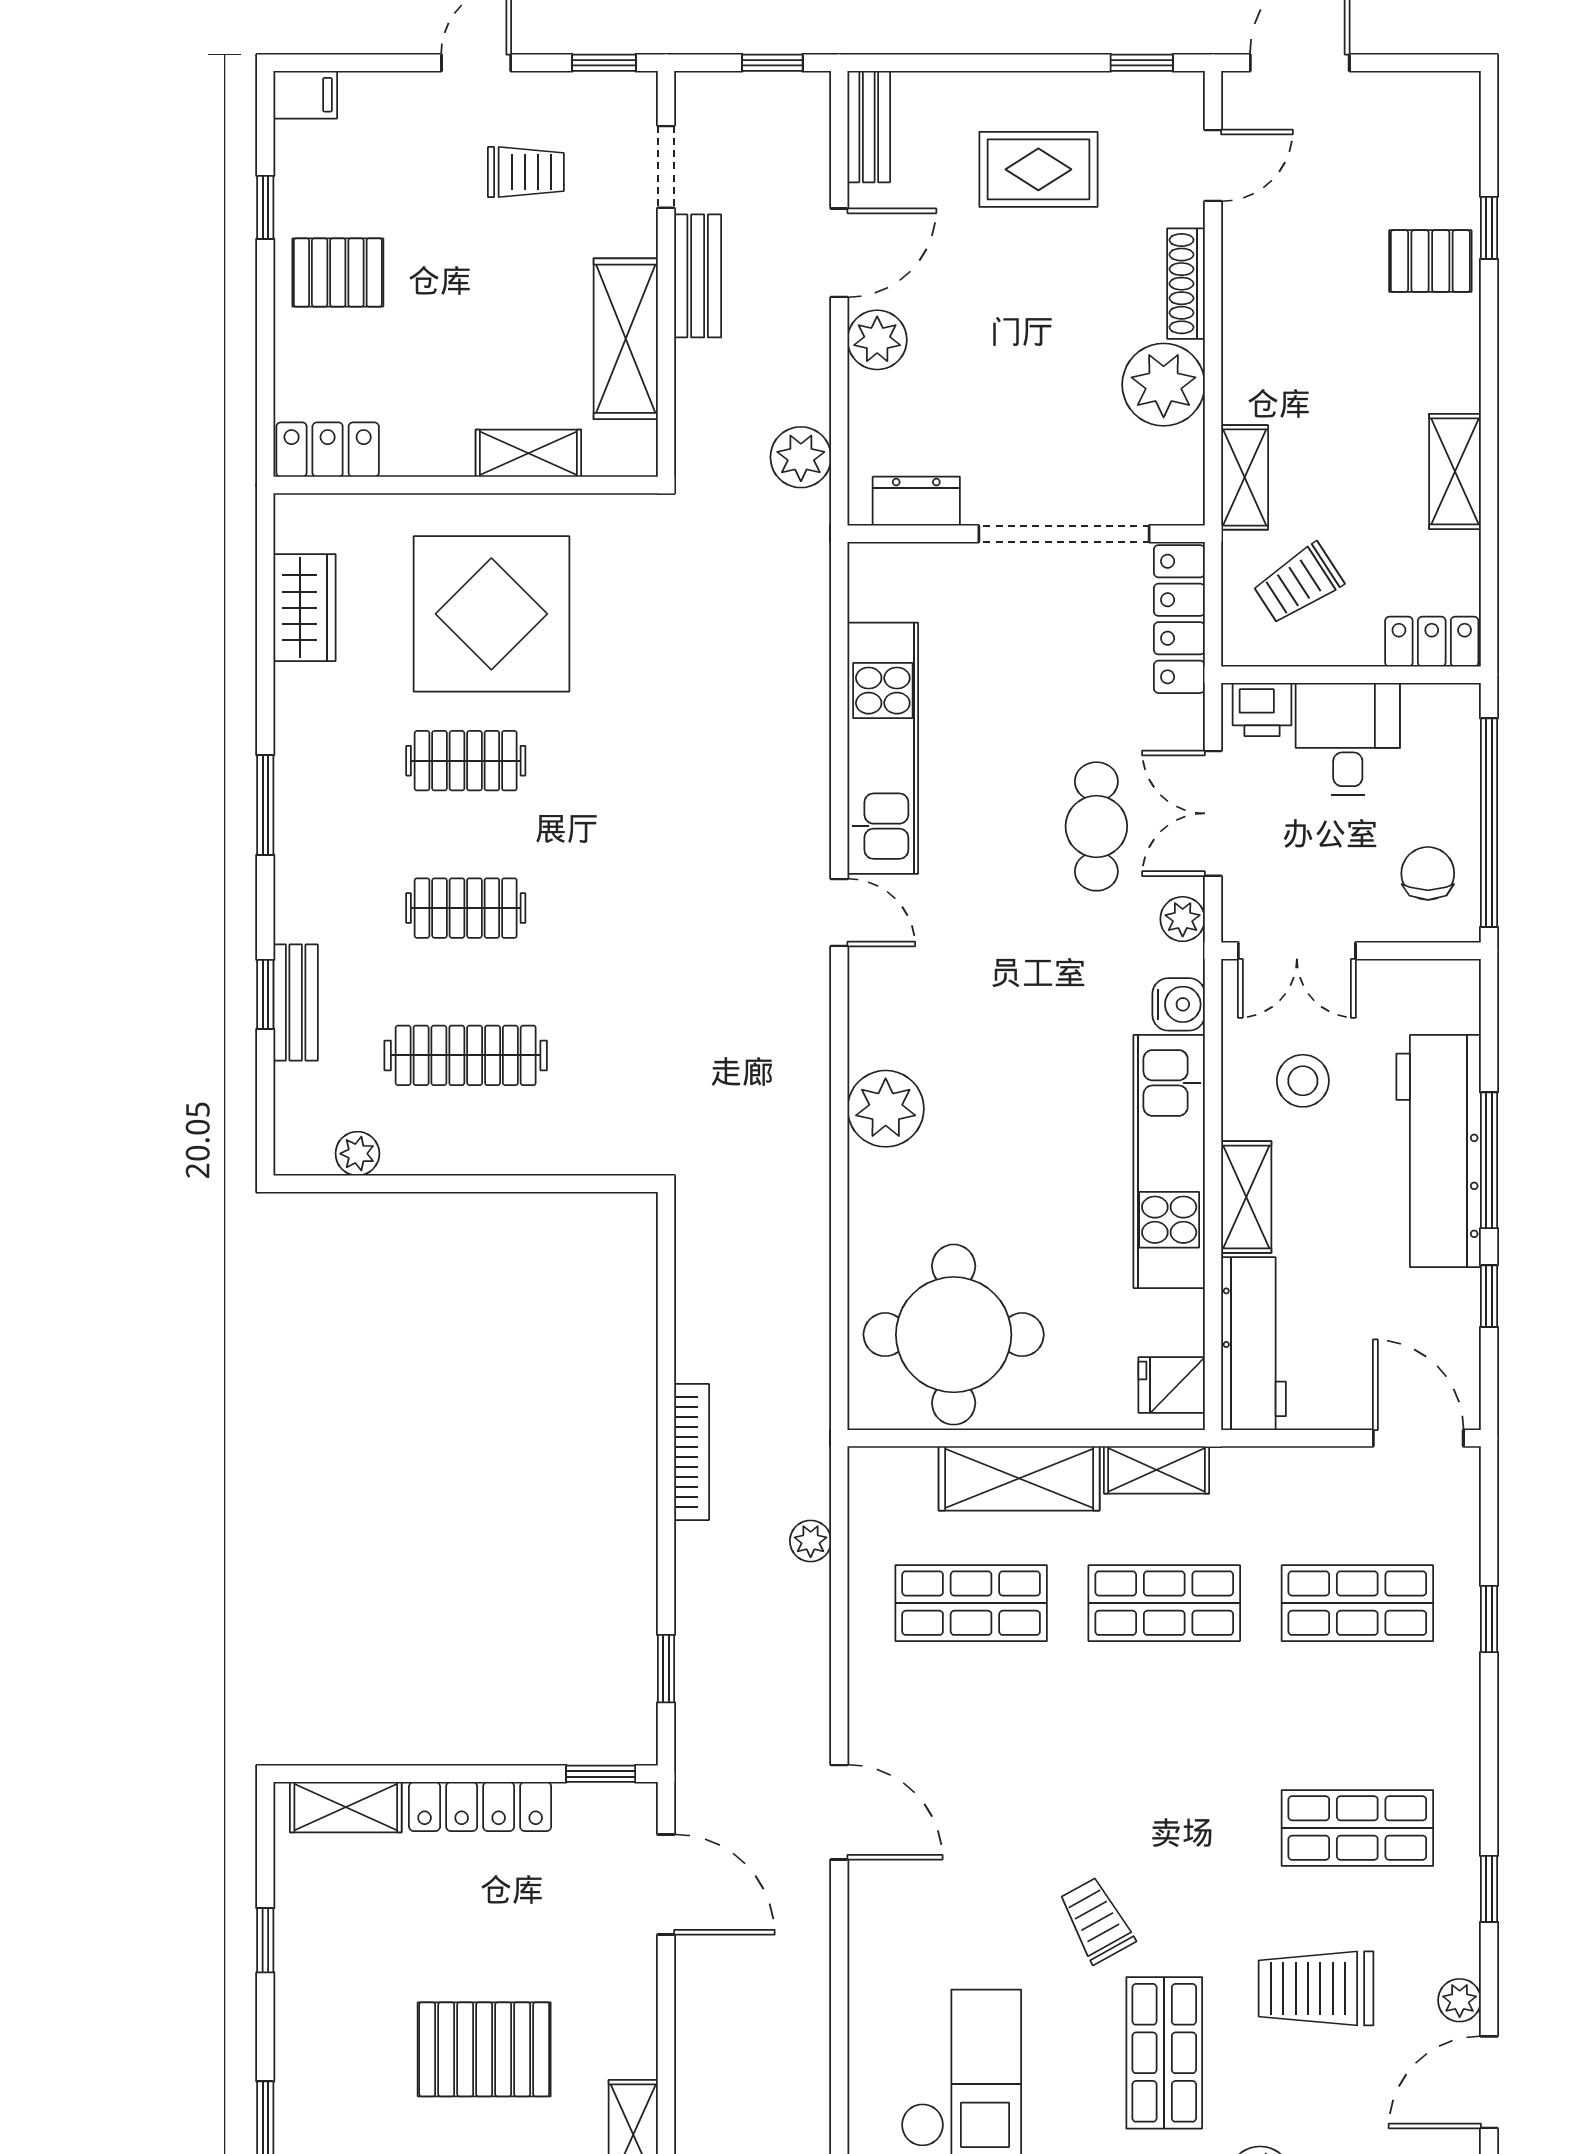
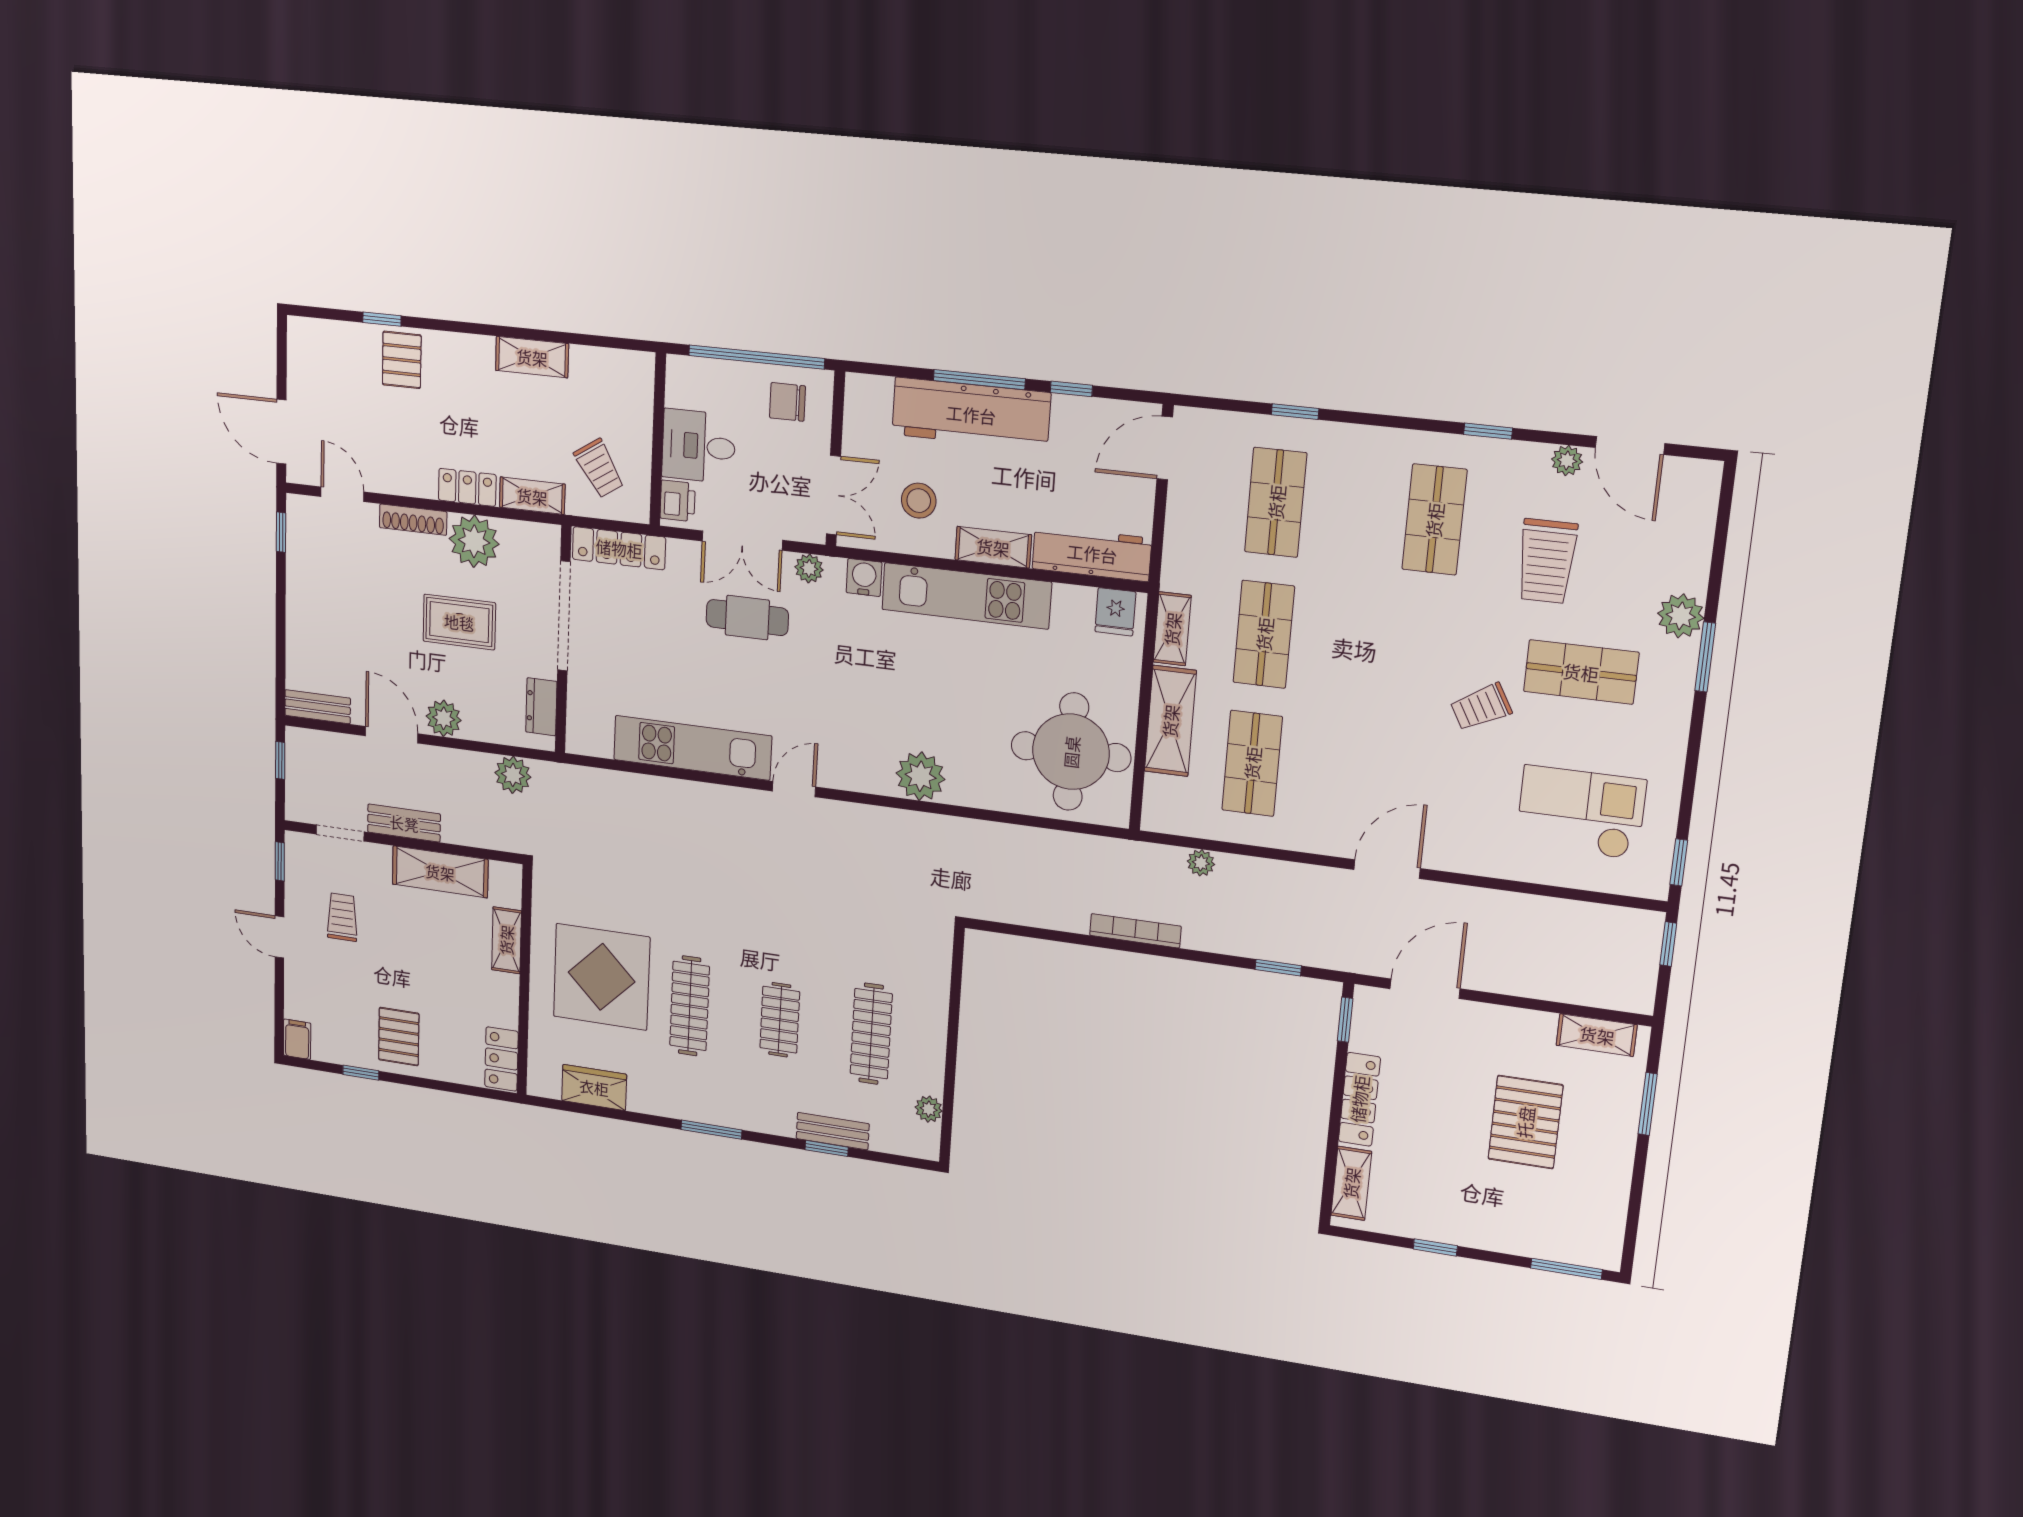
rug: (1038, 169) -> (459, 622), moved, turned 90
locker: (1432, 642) -> (467, 487), moved, turned 90
clothes rail: (466, 761) -> (690, 1006), width x1.36

